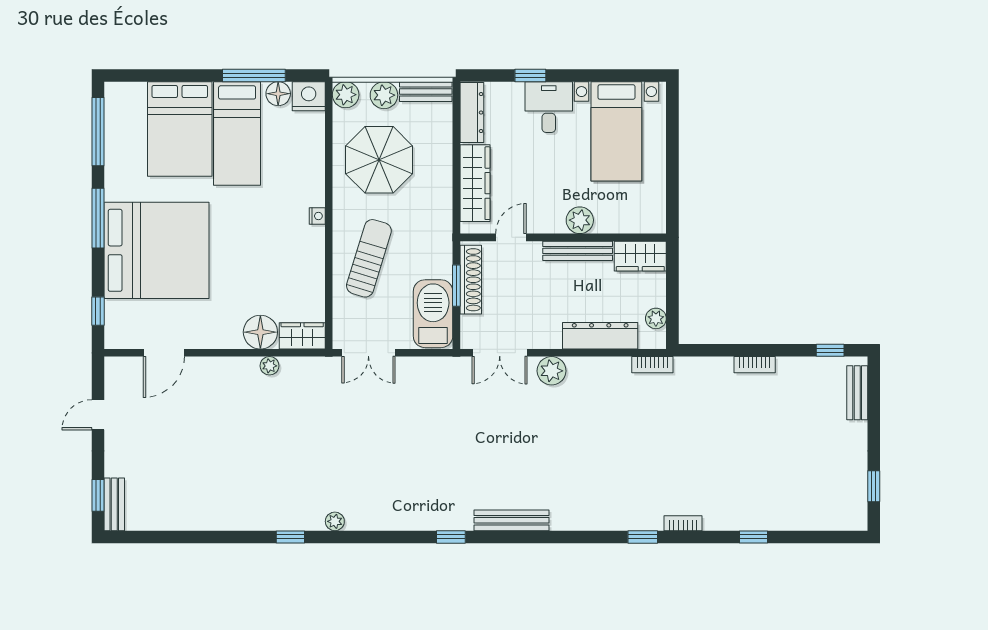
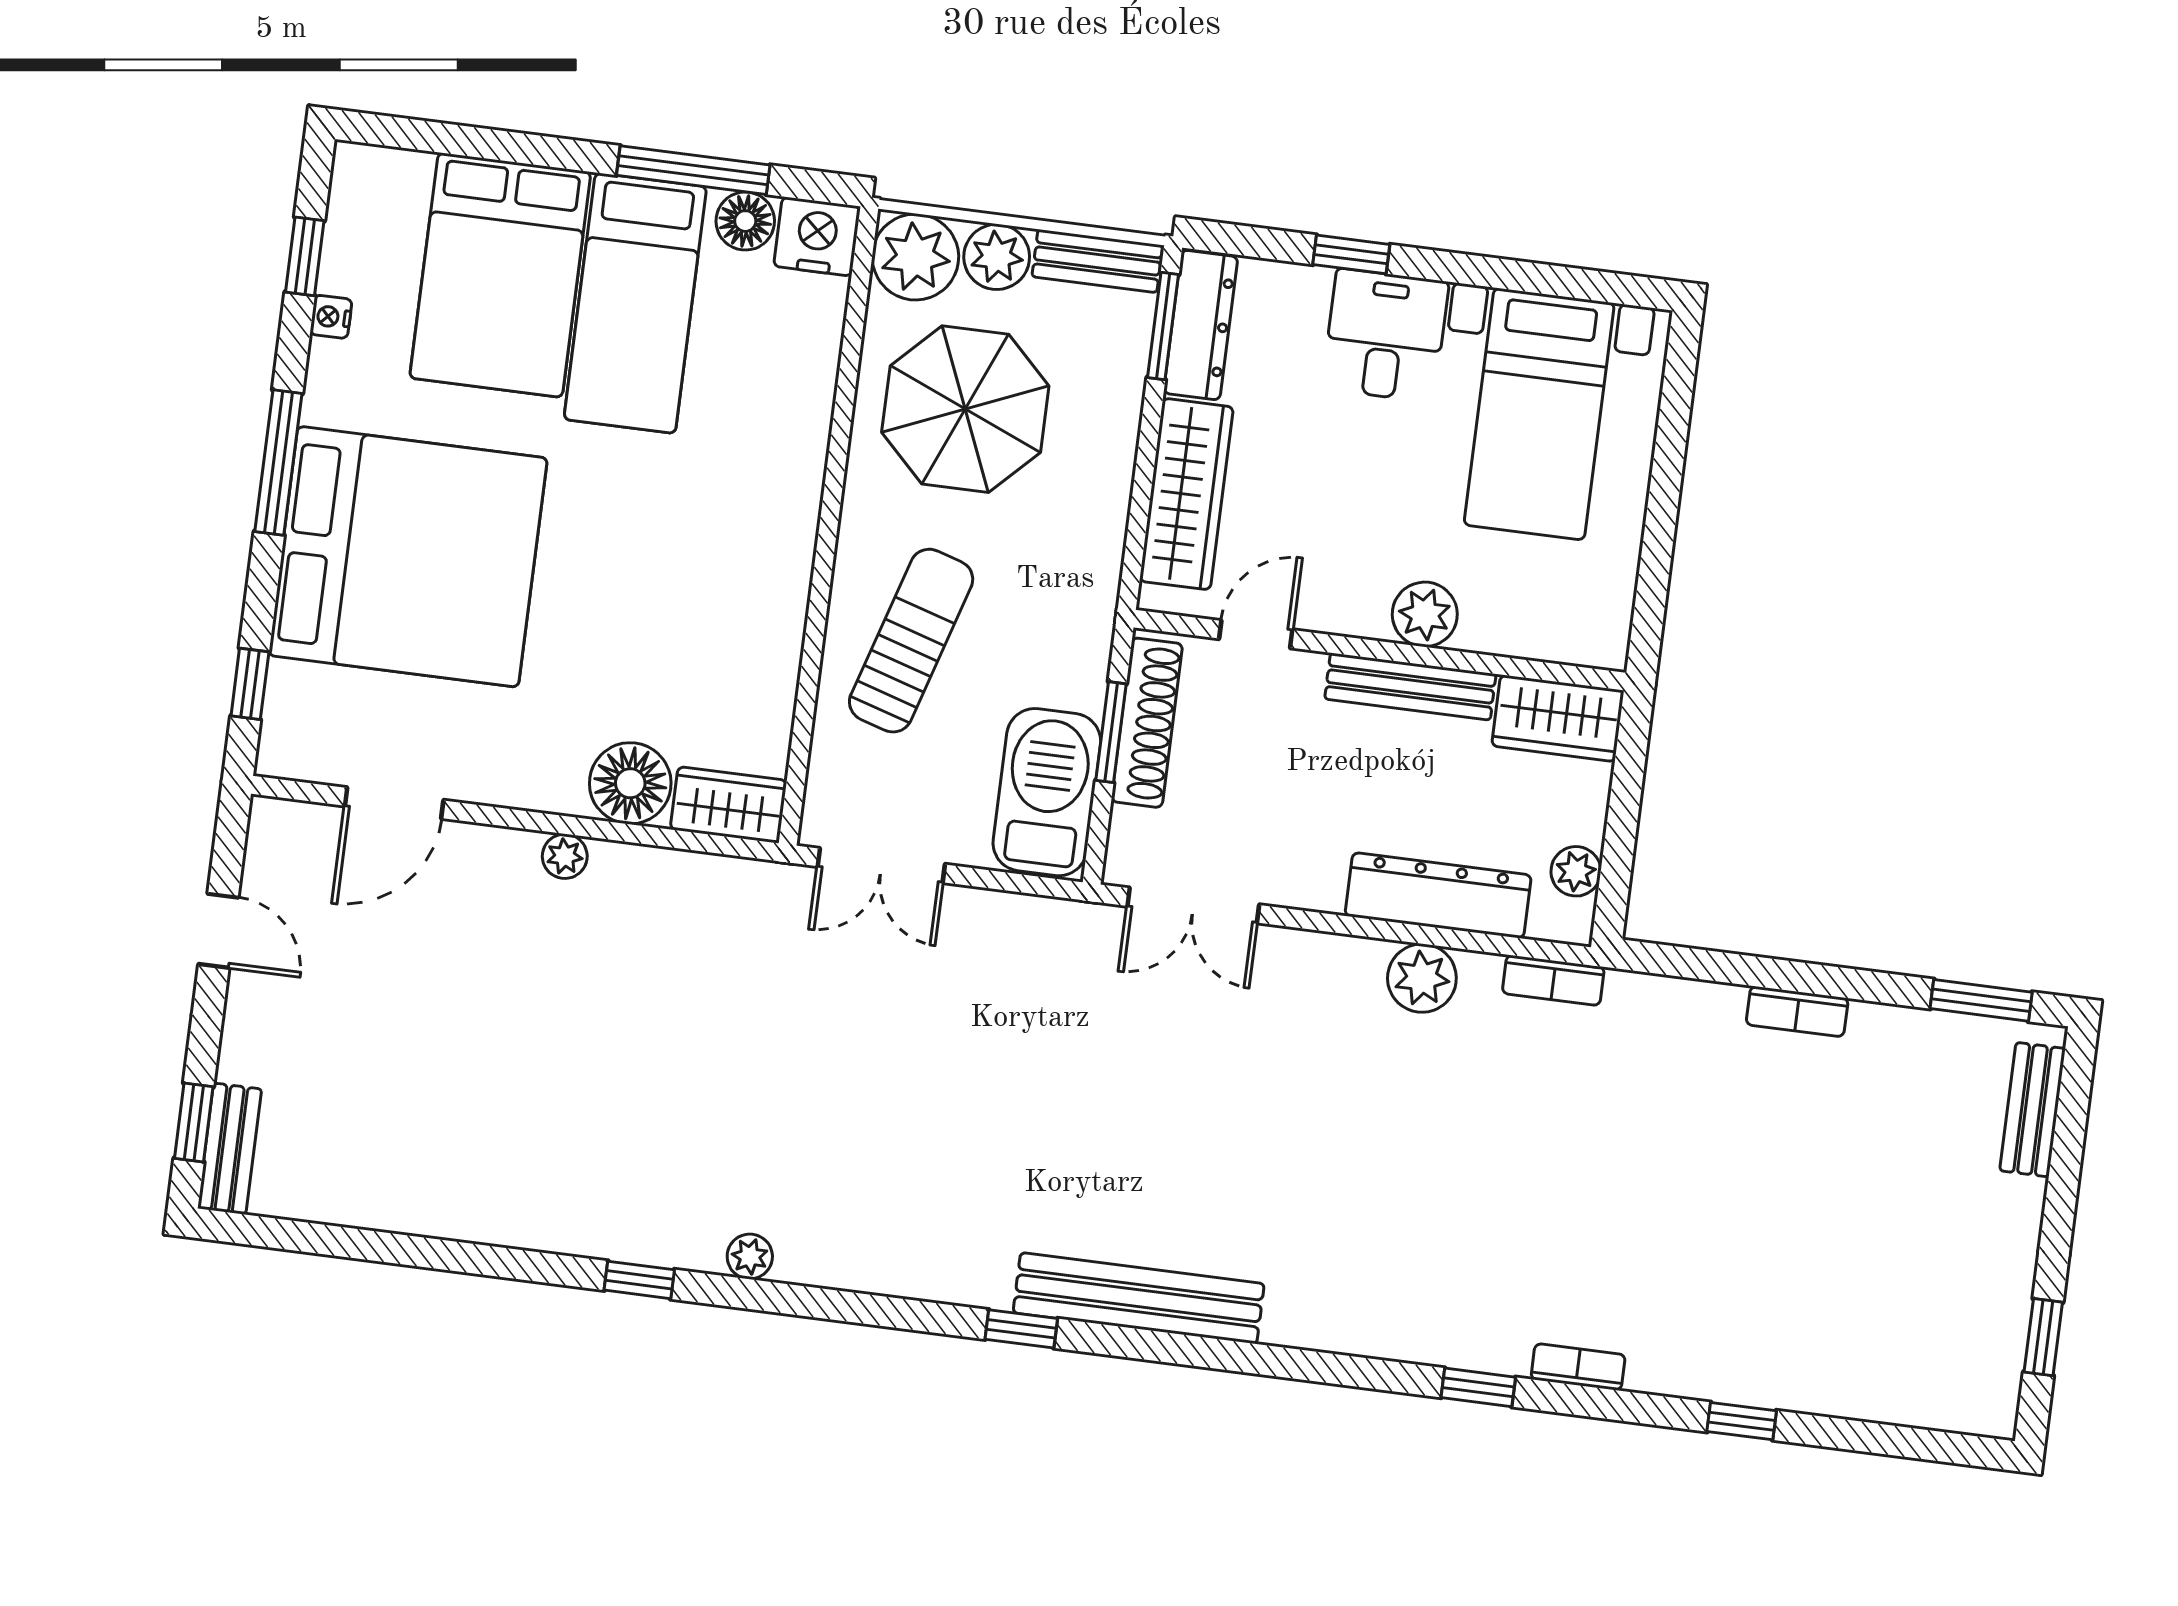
plant: (346, 95) -> (915, 257), width x1.36, depth x1.36
window: (456, 115) -> (1163, 326), added
window: (98, 132) -> (305, 256), width x0.46
nightstand: (317, 216) -> (331, 317), moved, turned 180
window: (830, 350) -> (1981, 1000), width x1.50
plant: (270, 366) -> (565, 856), moved
plant: (552, 371) -> (1422, 978), moved
door: (98, 415) -> (218, 931), swing flipped
bench: (511, 520) -> (1139, 1298), width x1.37, depth x1.21

